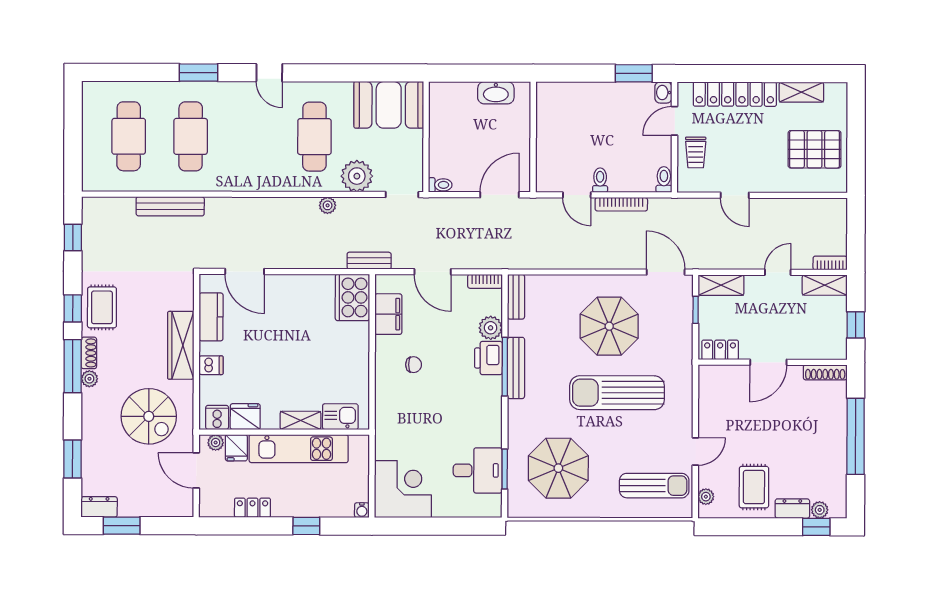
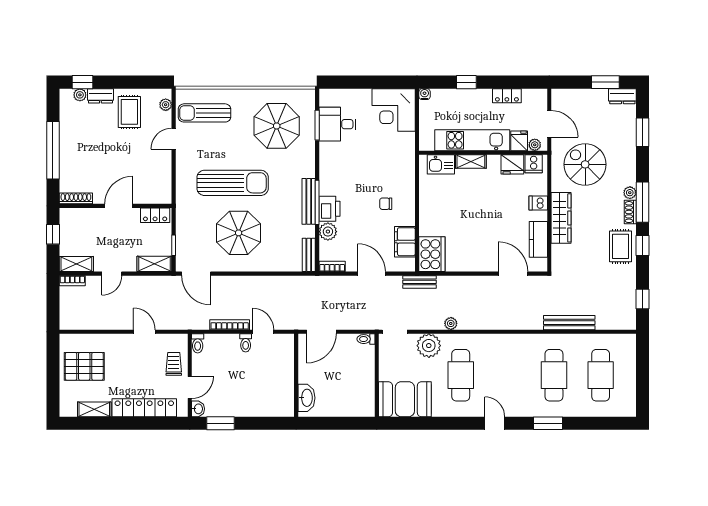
washbasin: (496, 93) -> (306, 398), moved, turned 90

